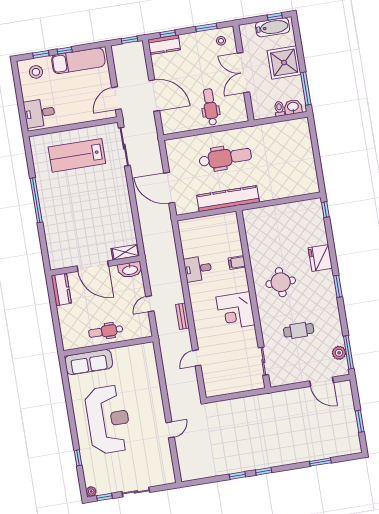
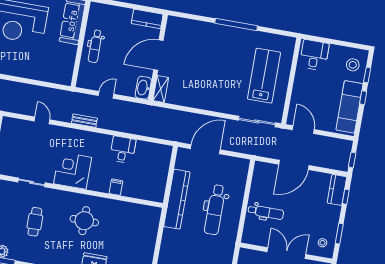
door: (150, 304) -> (106, 95), hinge flipped
dental chair: (106, 331) -> (95, 46), turned 180
sliding door: (263, 361) -> (31, 182), moved

